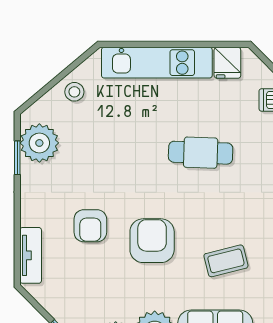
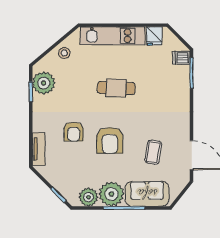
cafe table: (201, 153) -> (116, 88), moved
armchair: (152, 241) -> (110, 140), turned 180
coffee table: (226, 261) -> (153, 152), turned -66

